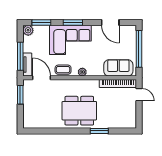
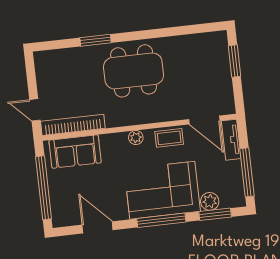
window: (73, 22) -> (161, 220), width x1.44
plant: (28, 30) -> (210, 201), moved
window: (20, 56) -> (247, 172), moved
window: (20, 95) -> (234, 61), moved

